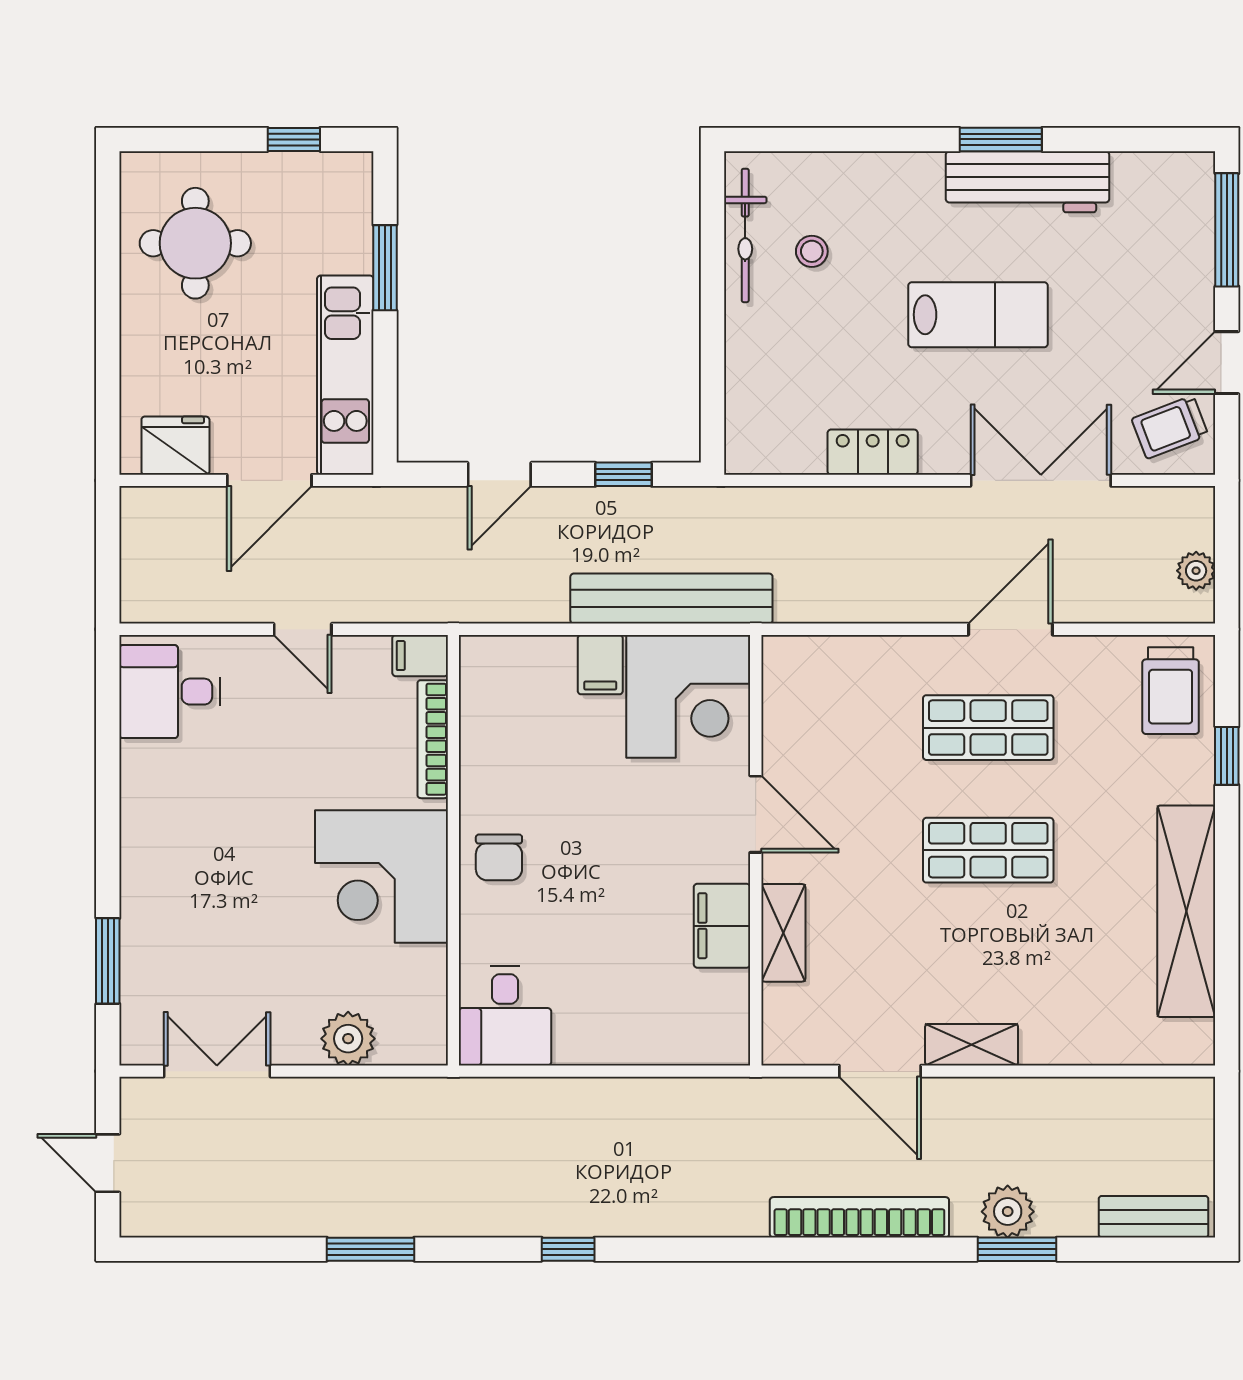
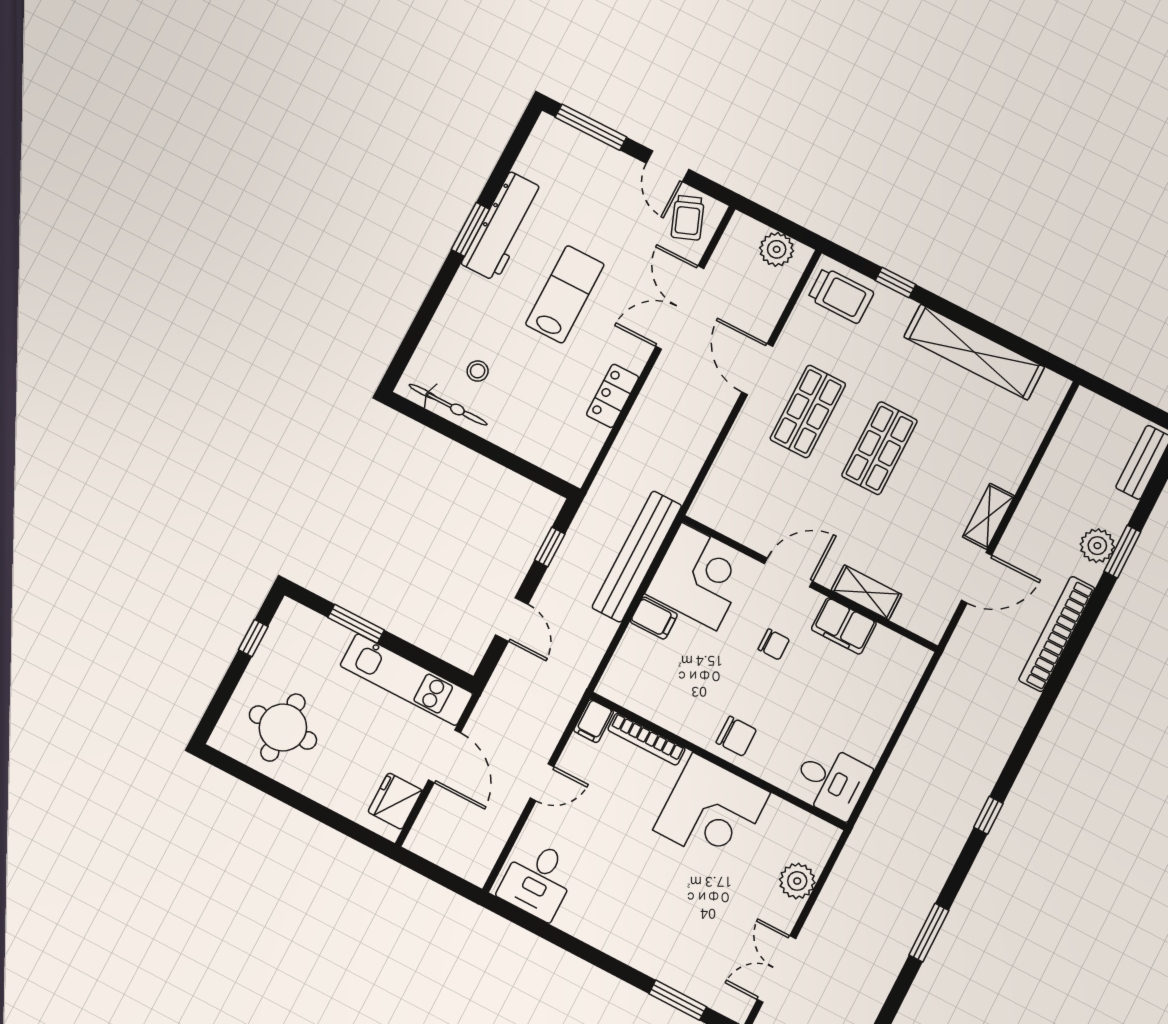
plant: (1196, 571) -> (777, 249), width x1.38, depth x1.38
chair: (648, 844) -> (774, 644), added

